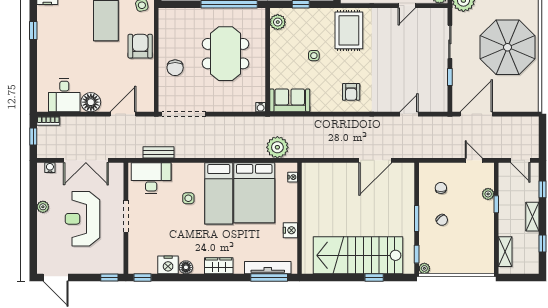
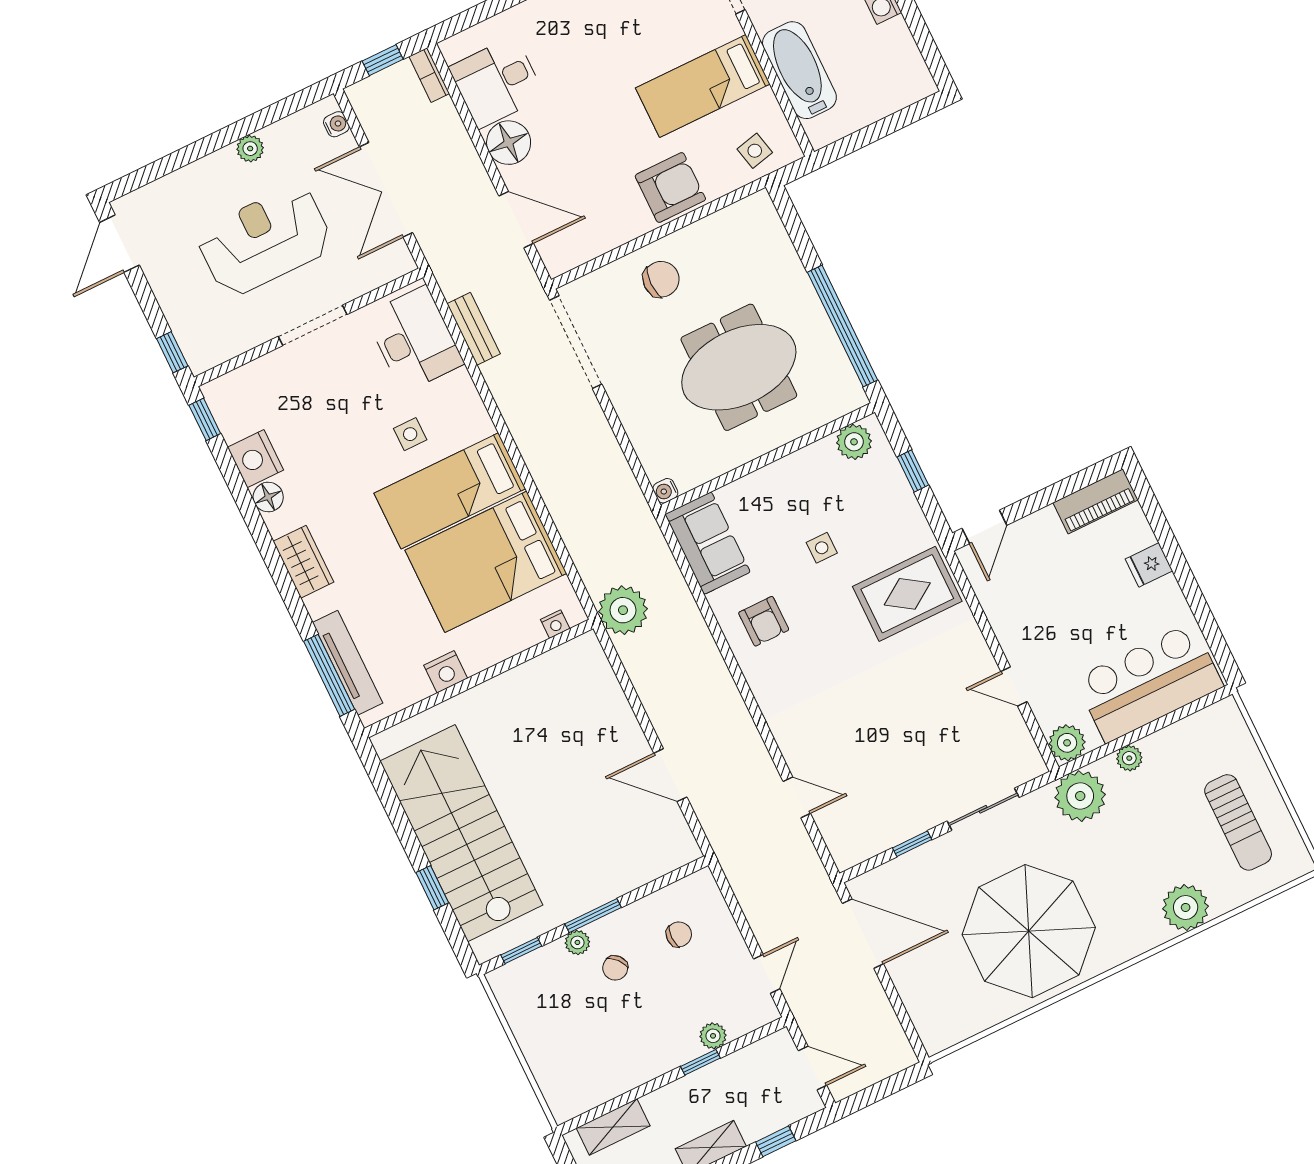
chair: (175, 68) -> (661, 279), turned 180
armchair: (351, 92) -> (764, 621), moved, turned -90
plant: (277, 147) -> (623, 610), moved
door: (375, 160) -> (670, 775), width x0.73
door: (520, 160) -> (812, 1068), swing flipped
plant: (424, 268) -> (577, 942), moved

